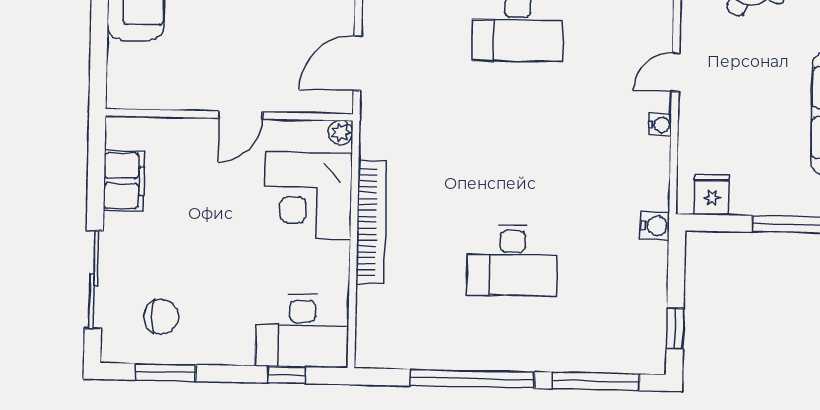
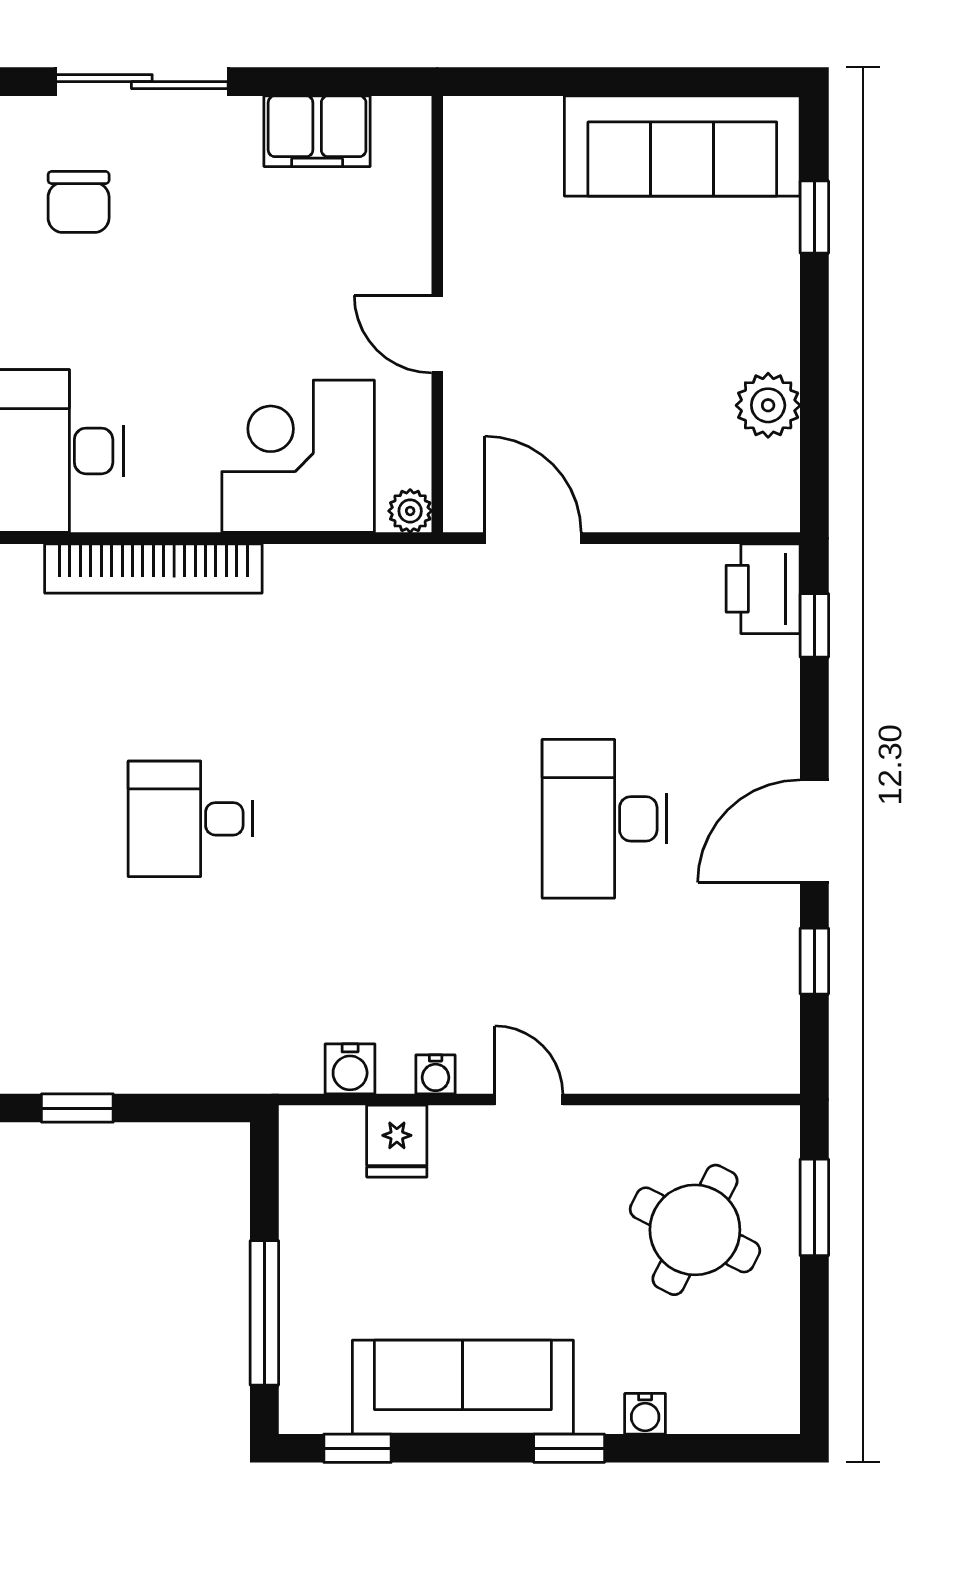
fridge: (712, 195) -> (397, 1141), moved, turned 90
bookcase: (371, 222) -> (153, 568), moved
water cooler: (655, 226) -> (350, 1069), moved
desk: (512, 261) -> (191, 819), width x0.73

